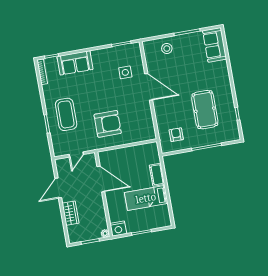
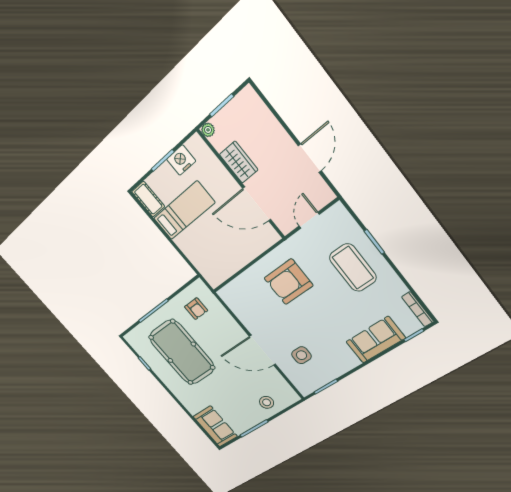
pool table: (205, 110) -> (182, 352), width x1.36, depth x1.32
cot: (157, 175) -> (148, 199), moved
wardrobe: (71, 213) -> (239, 162), moved, turned 180
nightstand: (118, 229) -> (181, 160), moved

